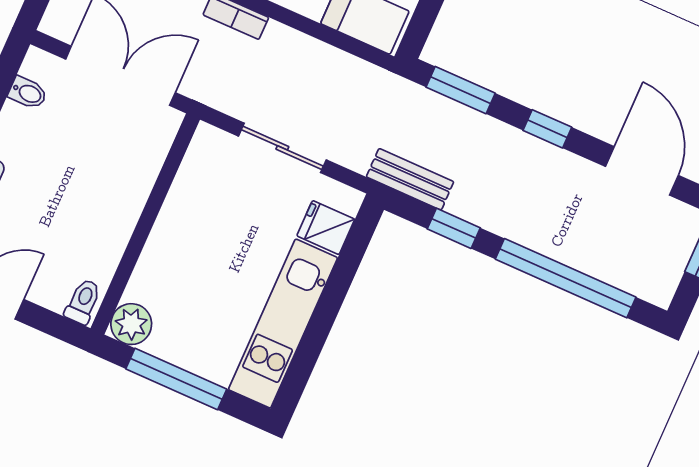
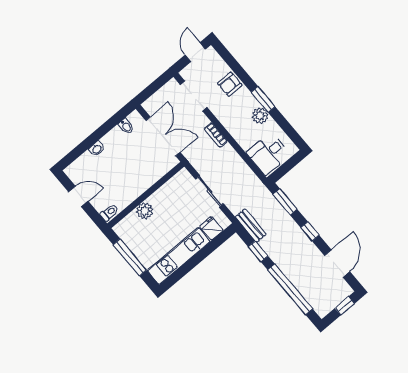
plant: (131, 324) -> (145, 211), moved

